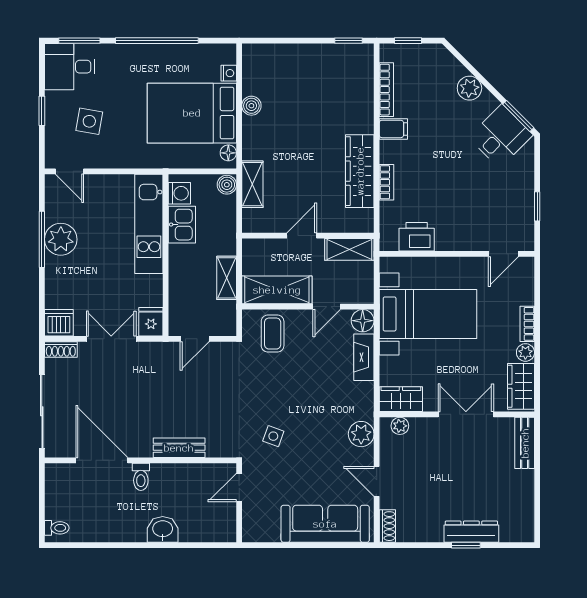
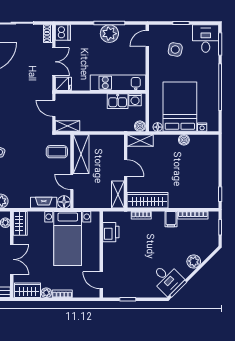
door: (302, 236) -> (126, 168), moved
wall: (308, 236) -> (126, 171), moved
shelving: (349, 249) -> (118, 195), moved
shelving: (227, 278) -> (68, 126), moved

